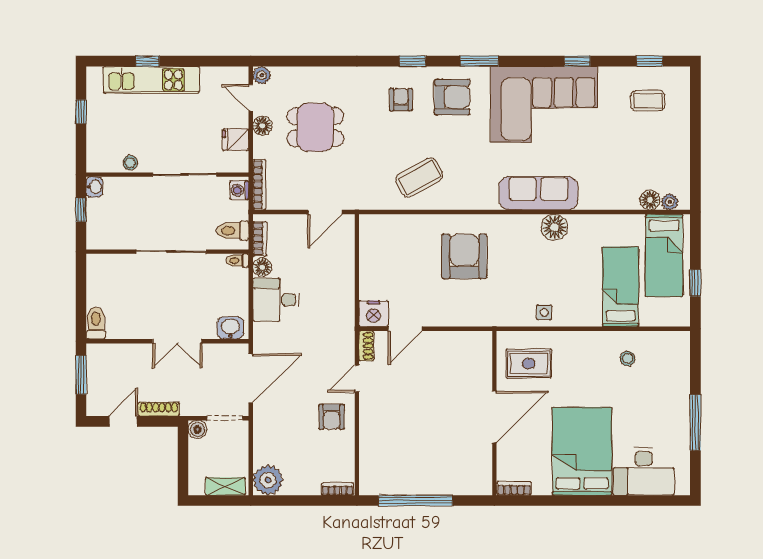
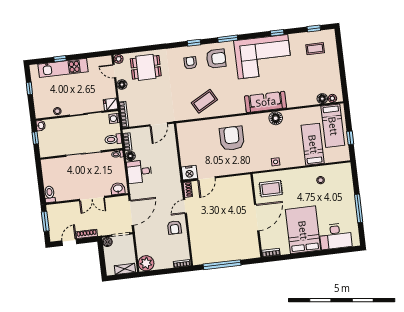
dining table: (315, 127) -> (146, 67), moved
fridge: (236, 140) -> (111, 104), moved

